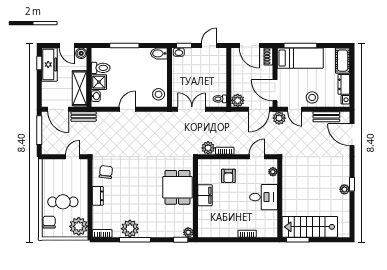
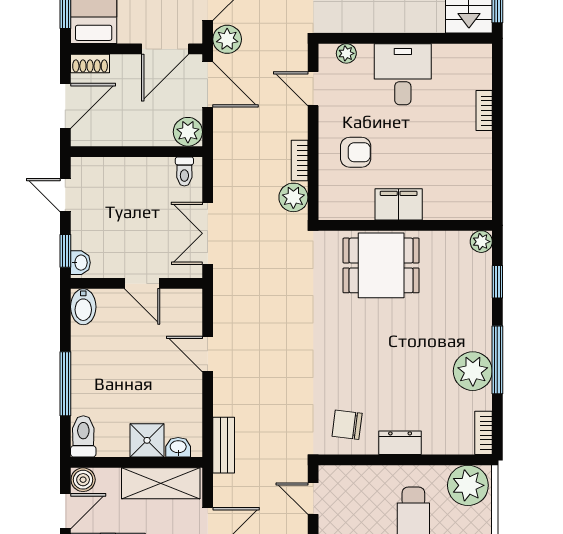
toilet: (101, 68) -> (83, 436), moved
door: (169, 80) -> (142, 283), added
stool: (159, 94) -> (174, 308), removed
door: (127, 109) -> (208, 354), moved
bench: (84, 117) -> (224, 445), moved
window: (181, 240) -> (497, 282), moved

